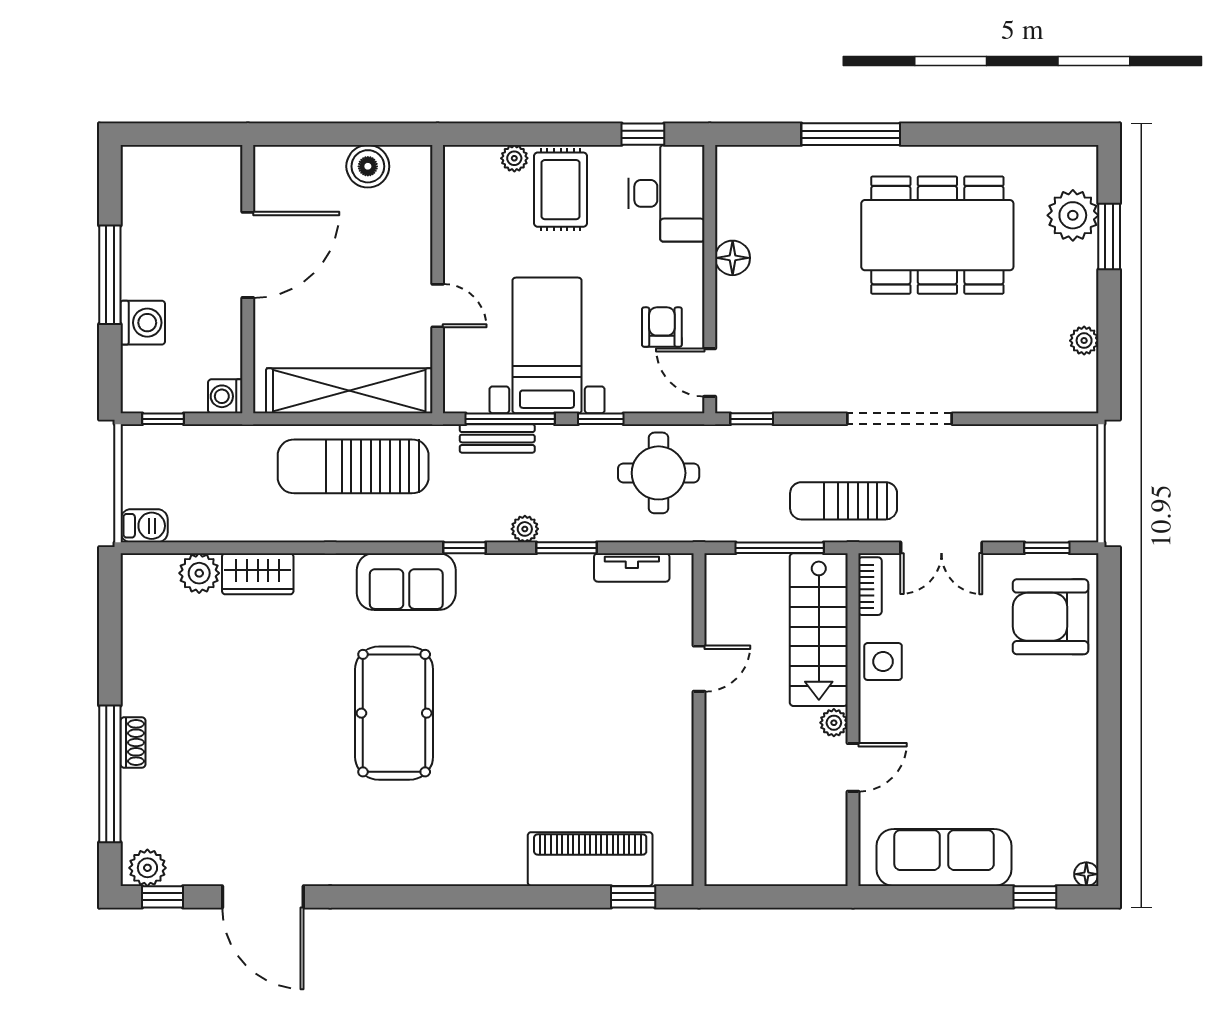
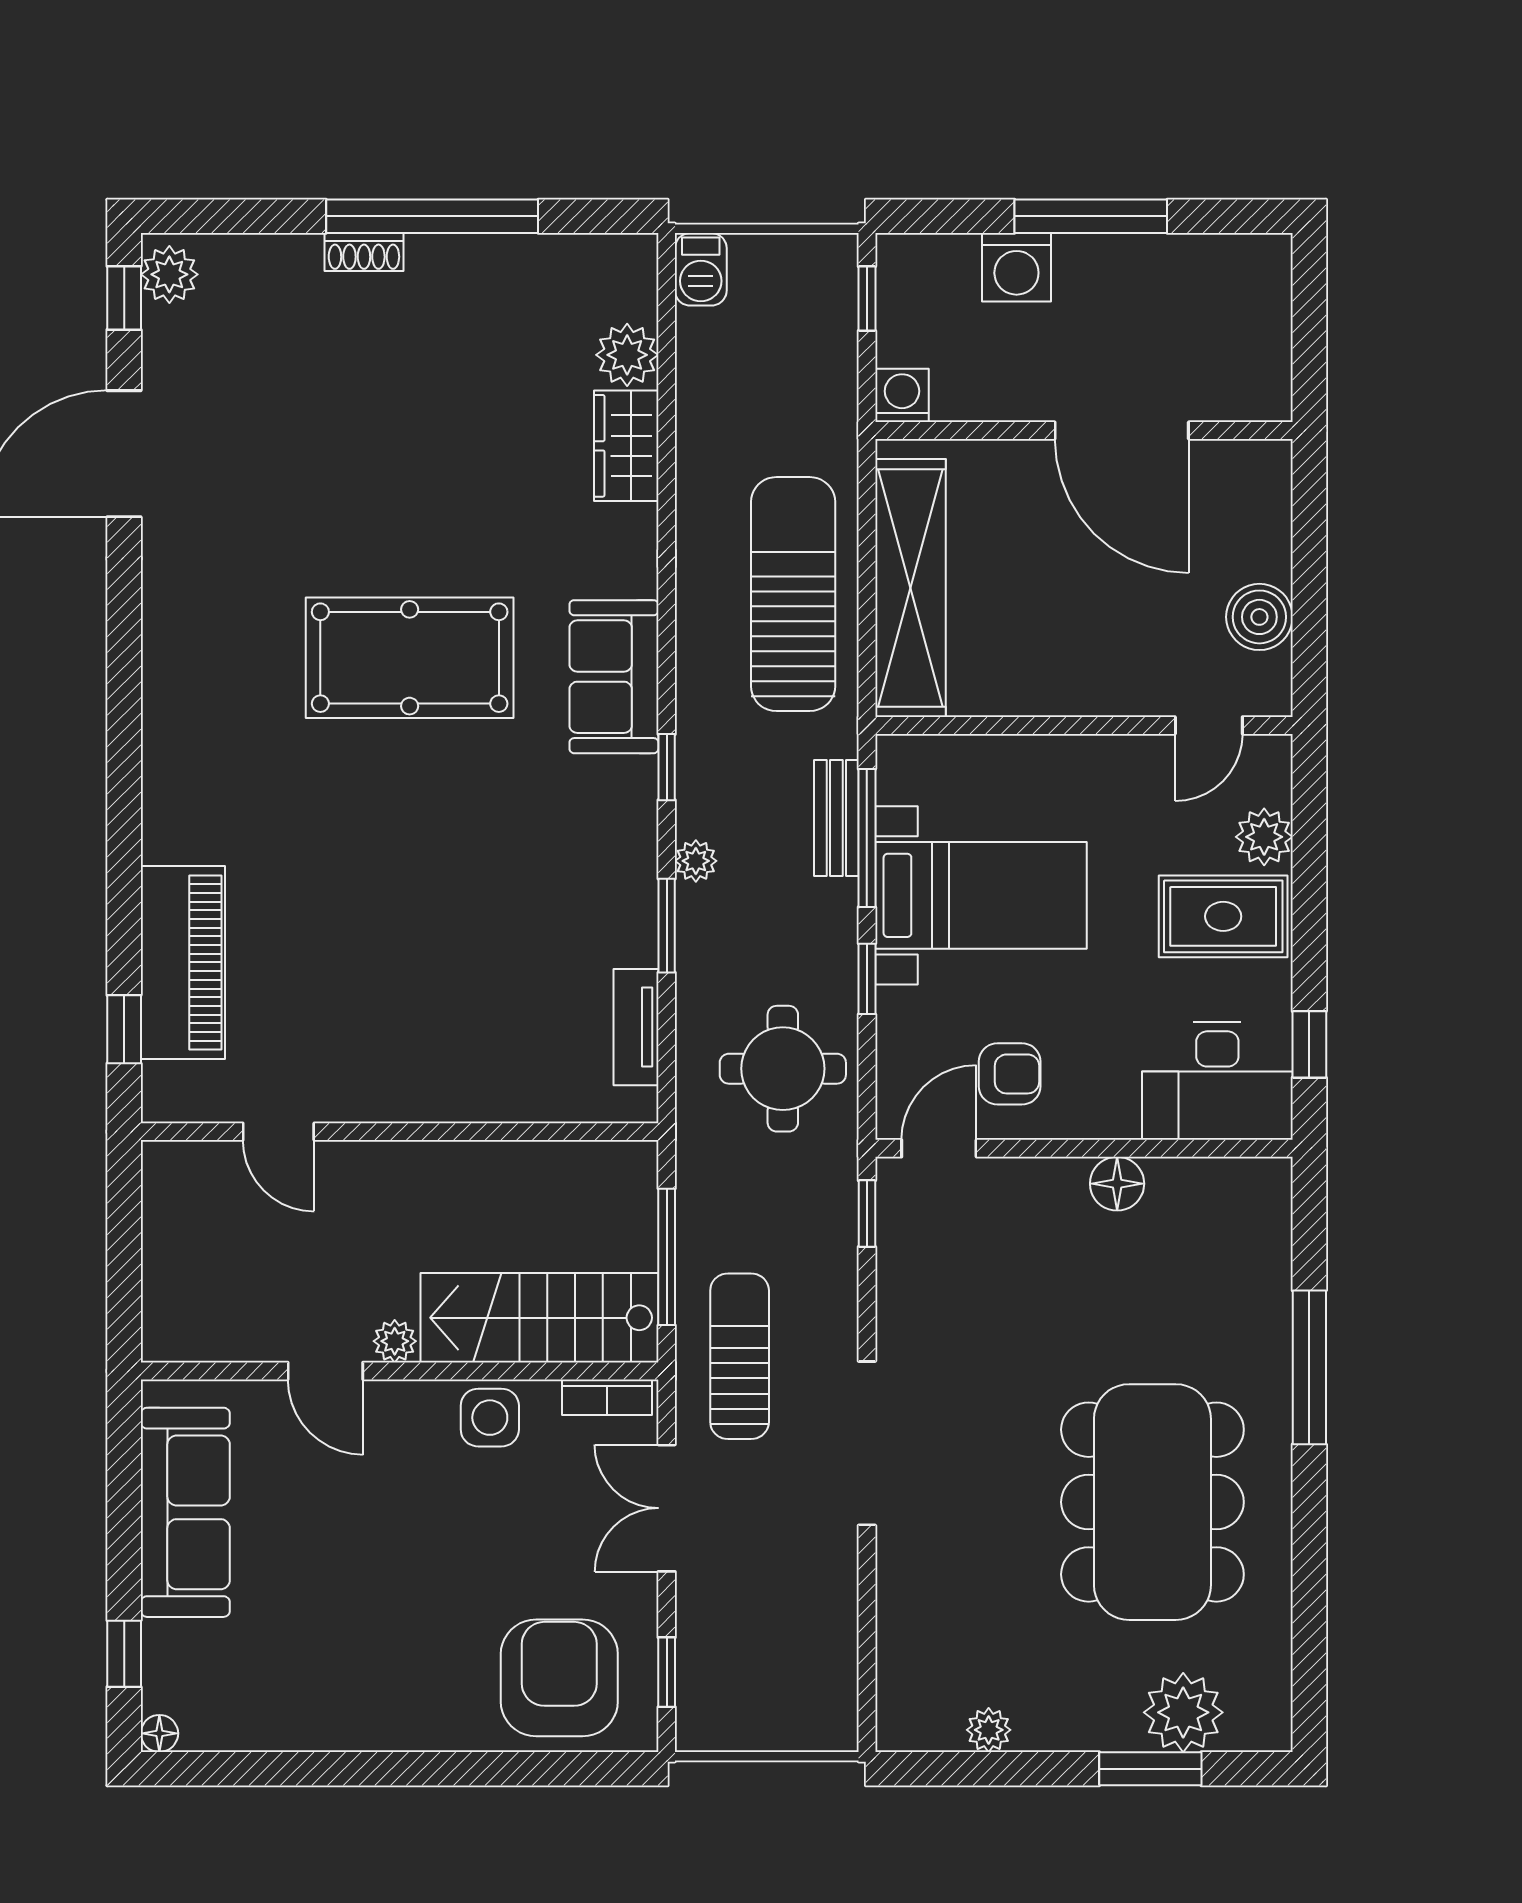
plant: (514, 158) -> (1264, 837), width x1.38, depth x1.38
door: (438, 306) -> (1209, 725), moved
door: (699, 669) -> (278, 1132), moved
window: (110, 774) -> (432, 216), moved

